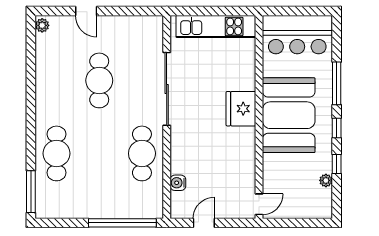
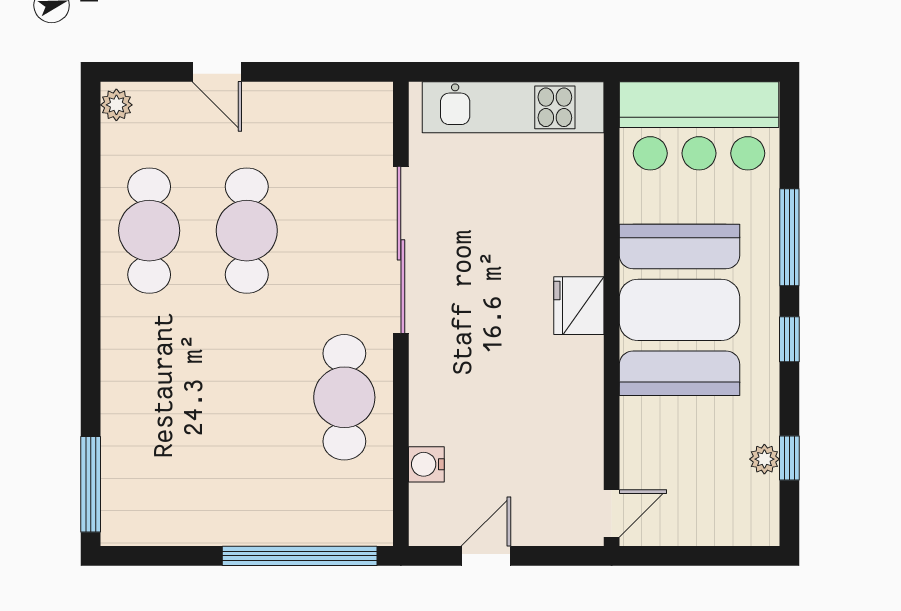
fridge: (241, 109) -> (579, 306), width x0.73, depth x0.75
cafe table: (56, 153) -> (149, 231), moved
window: (337, 164) -> (789, 458), moved

